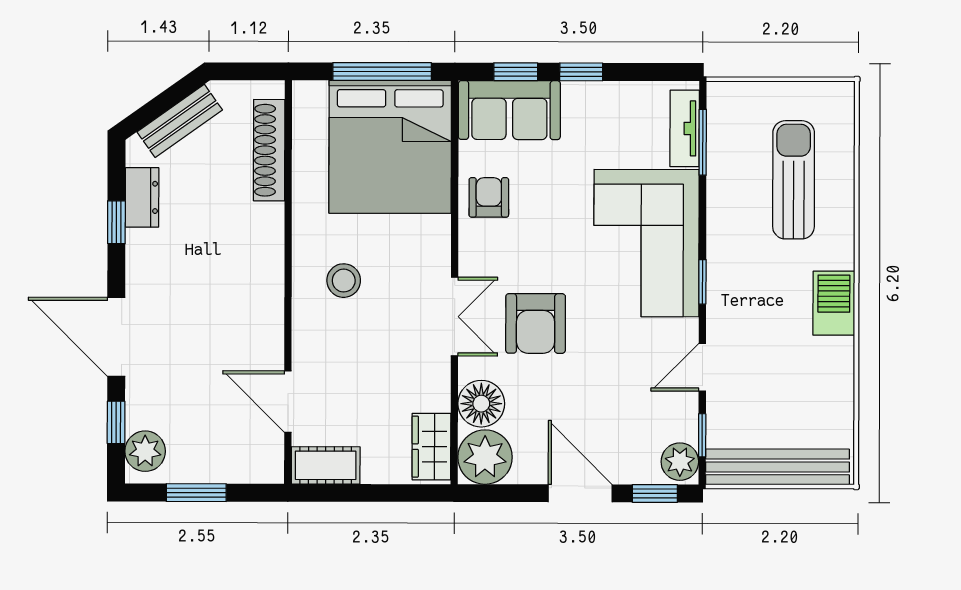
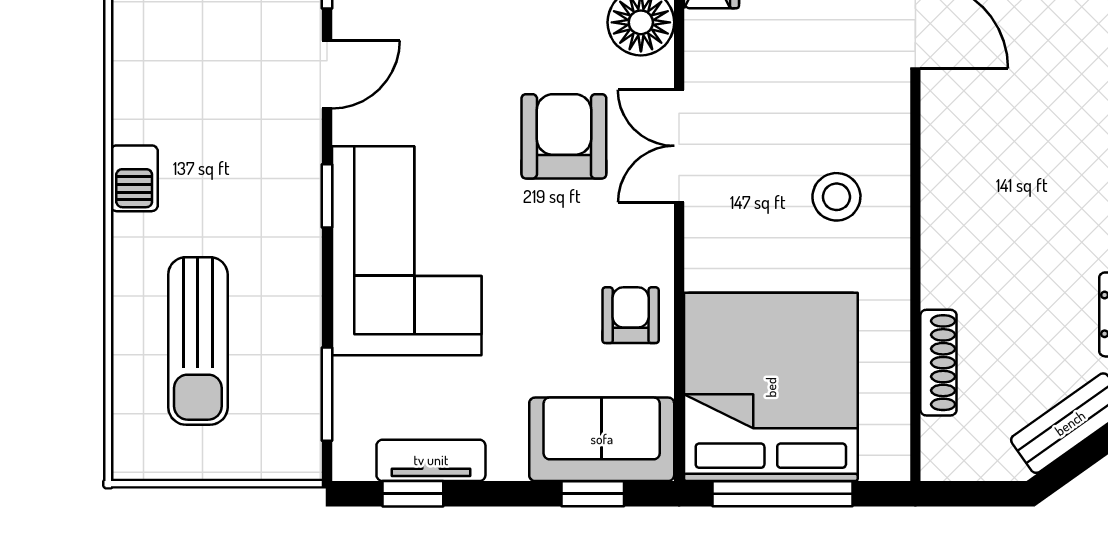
window: (581, 72) -> (413, 494), moved
tv unit: (685, 128) -> (431, 460), moved, turned -90
shoe rack: (269, 150) -> (938, 363), width x0.74, depth x0.81
armchair: (489, 197) -> (631, 315), turned 180
barbecue: (834, 303) -> (134, 178), width x0.73, depth x0.79

